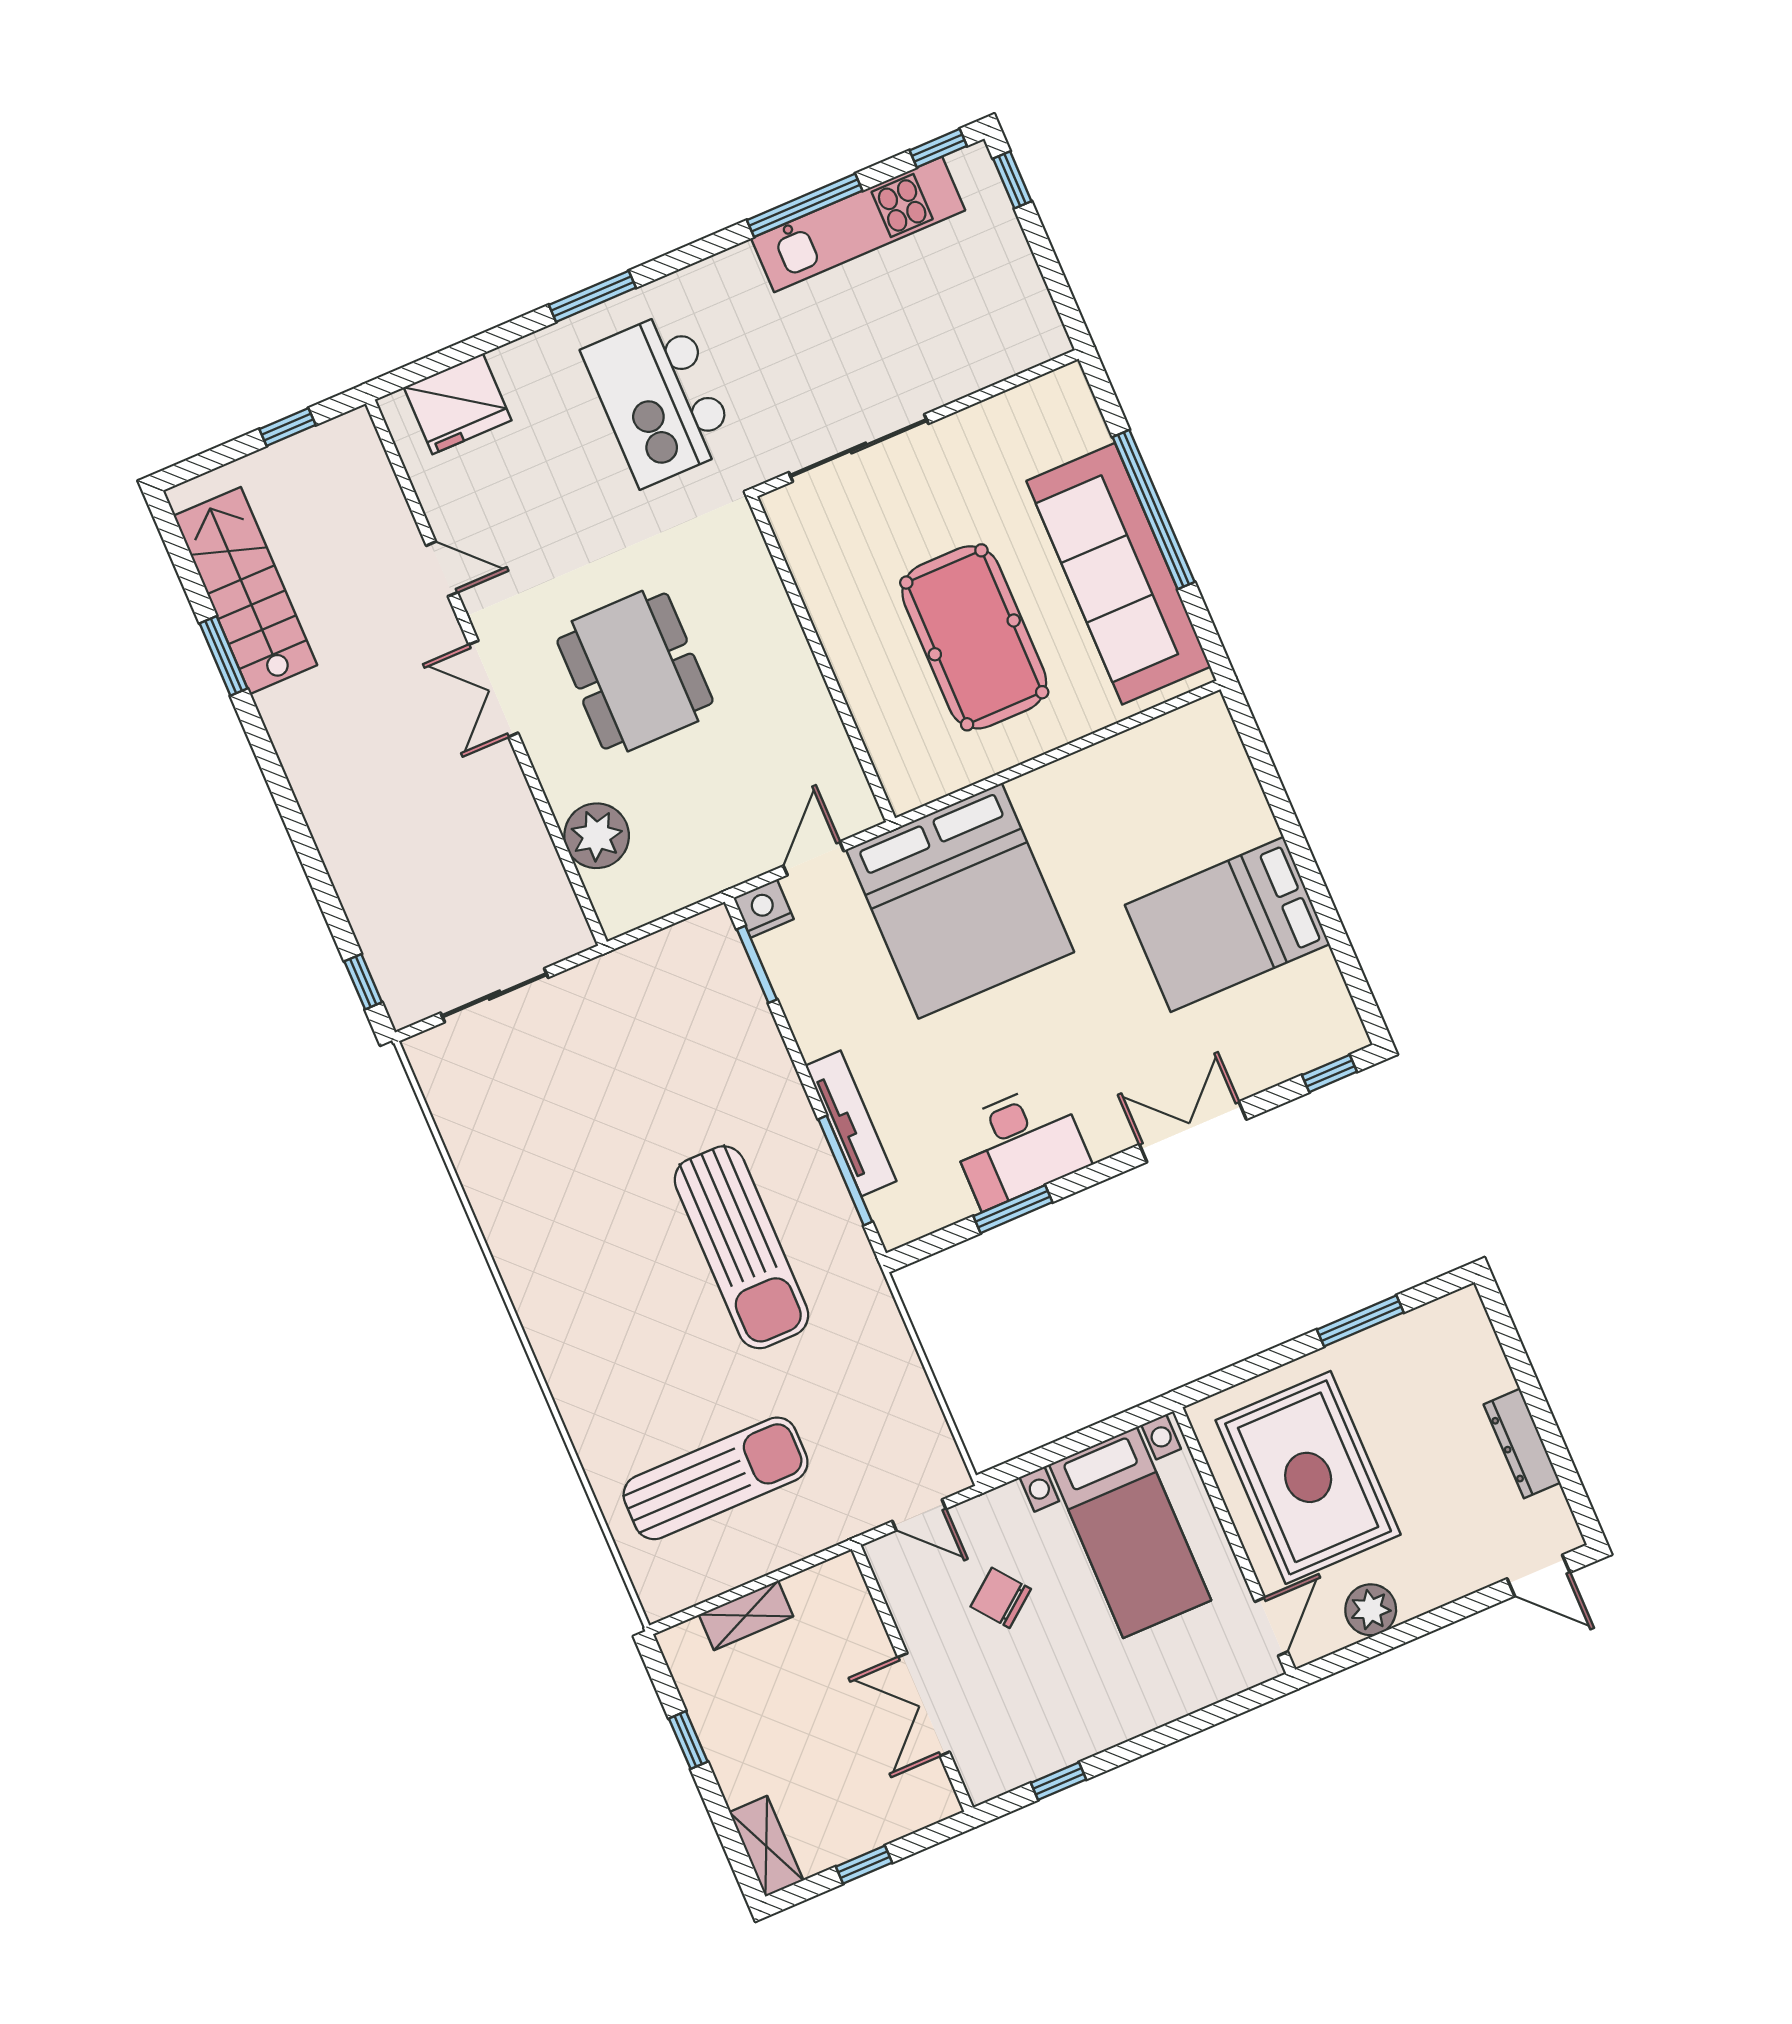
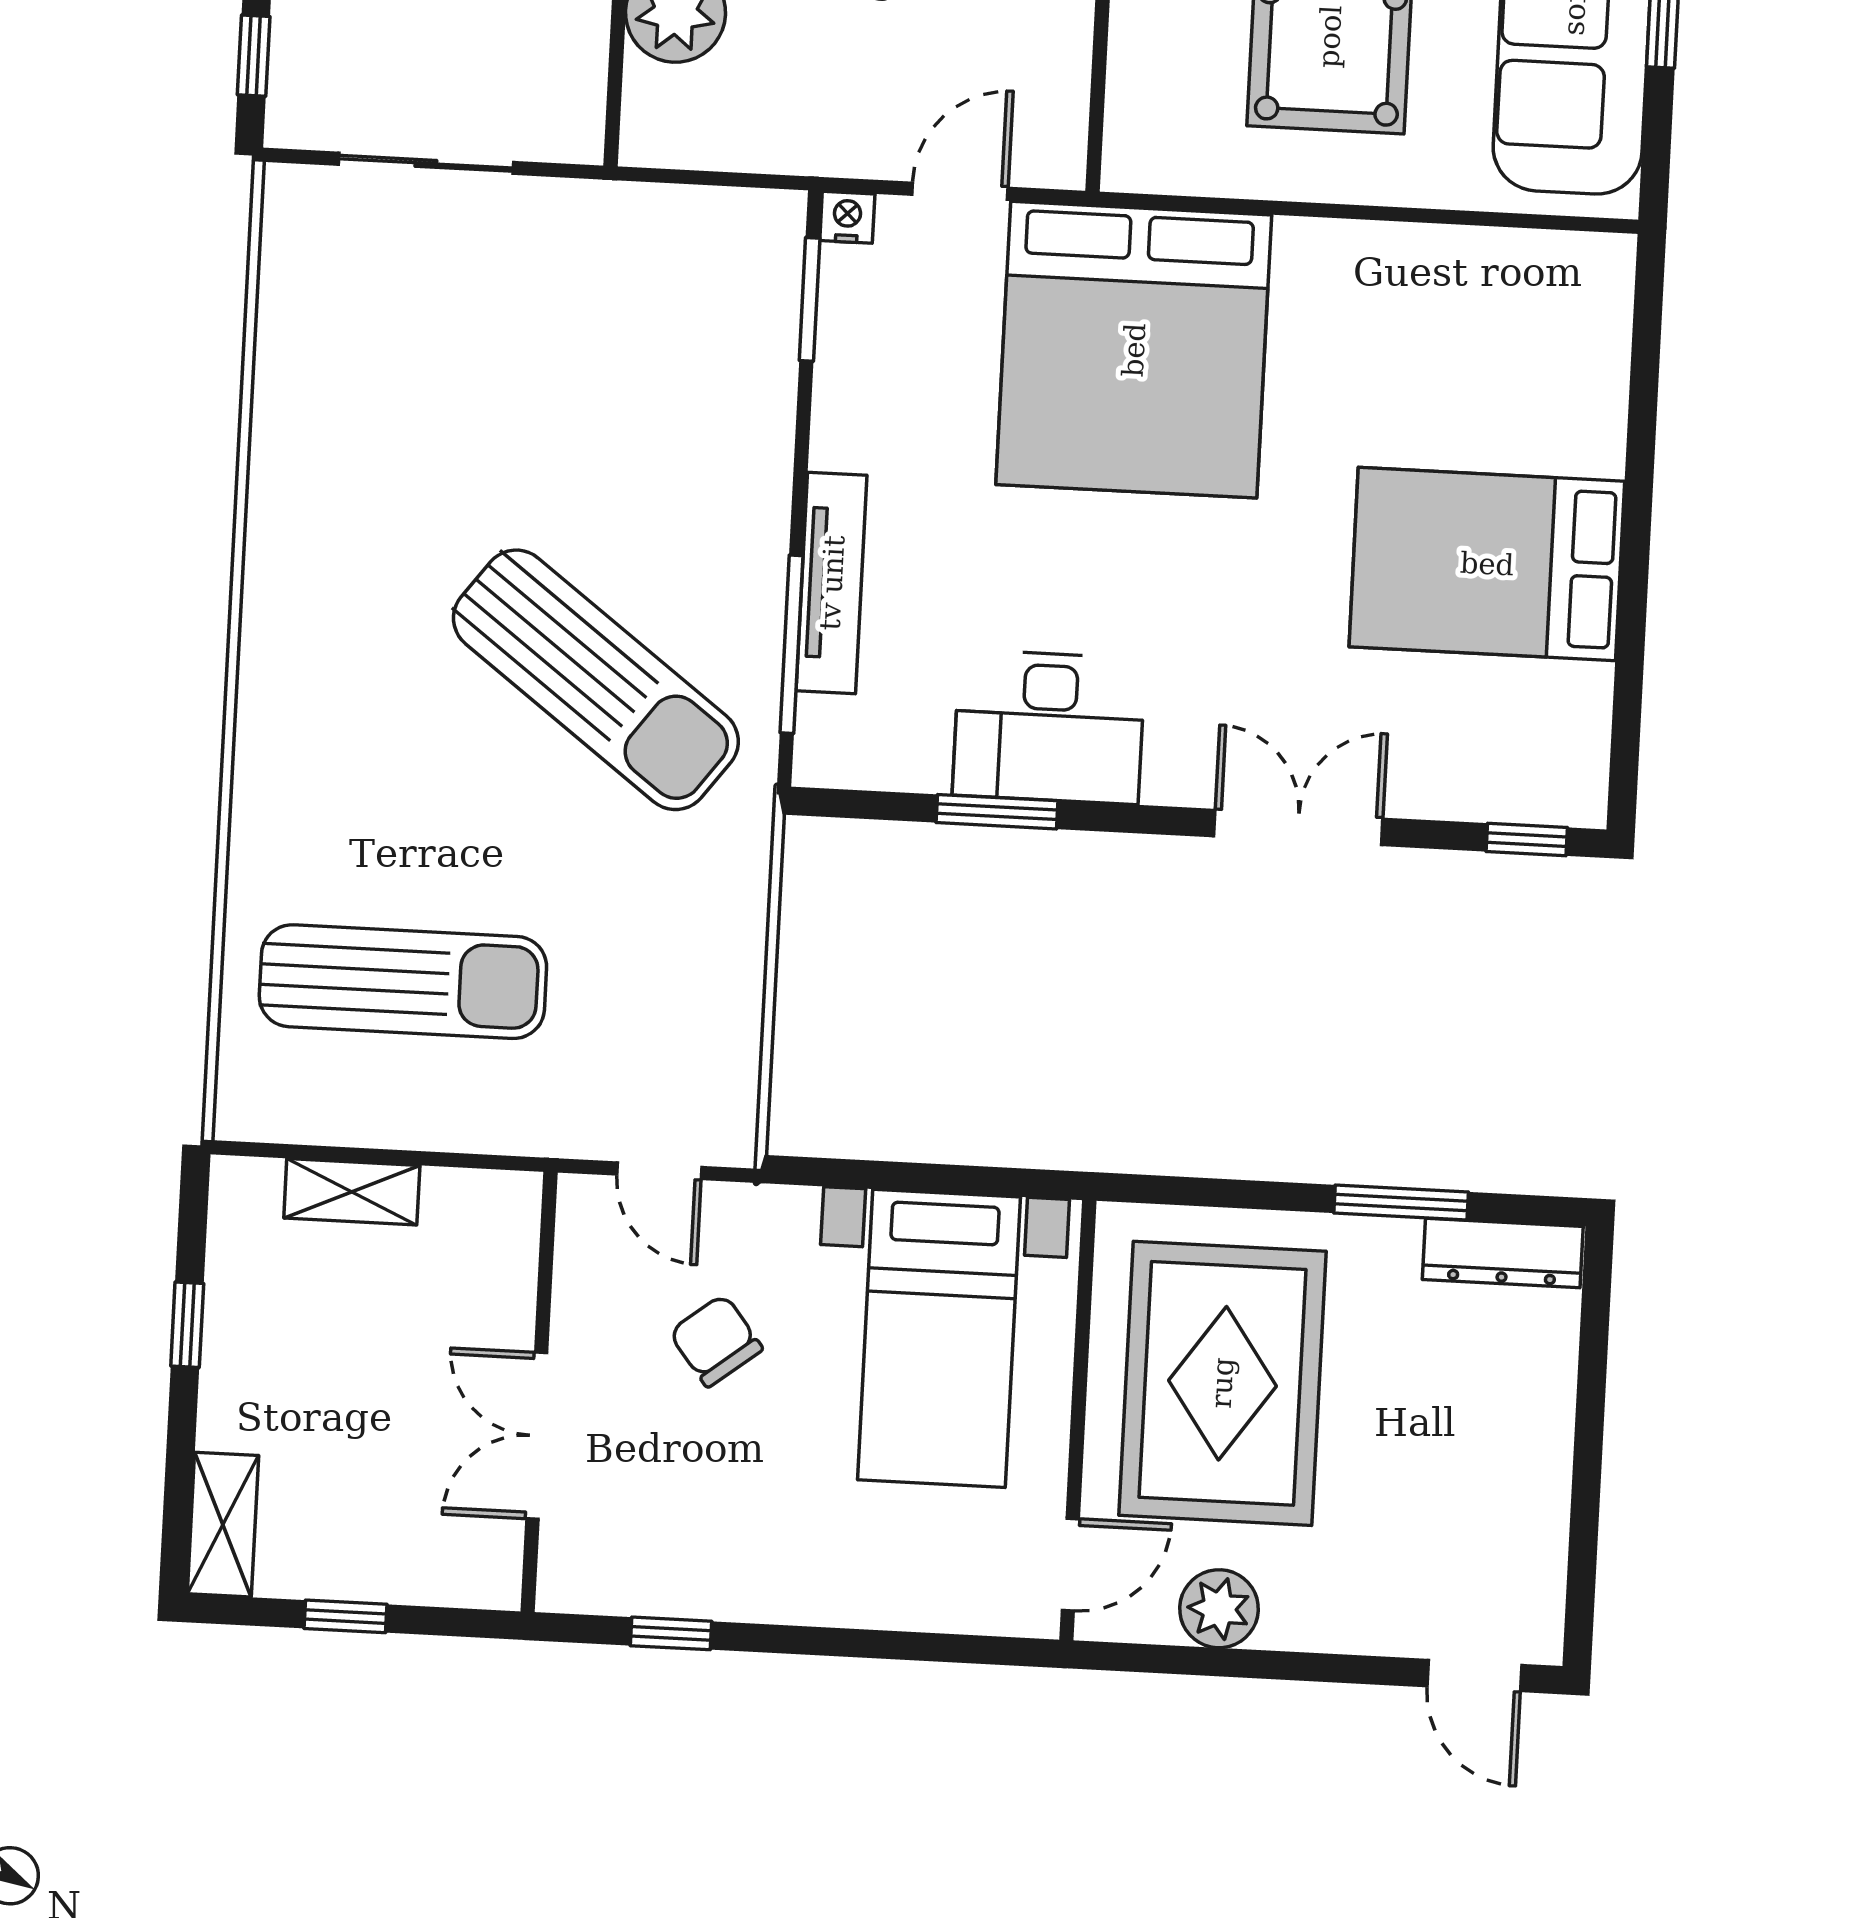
nightstand: (764, 908) -> (847, 217), width x0.72, depth x0.74
sun lounger: (741, 1247) -> (596, 680), turned -53
dresser: (1522, 1443) -> (1503, 1253), moved, turned -90

